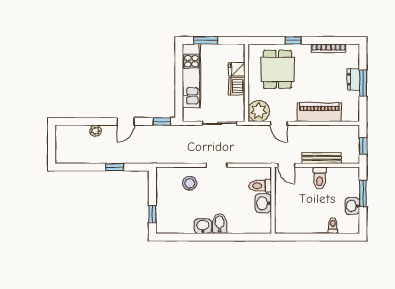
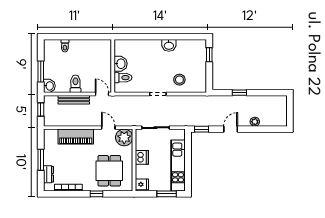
fridge: (237, 69) -> (142, 184), moved
dresser: (353, 79) -> (48, 174), moved
washbasin: (352, 206) -> (49, 86), moved
bidet: (220, 224) -> (155, 47), removed

